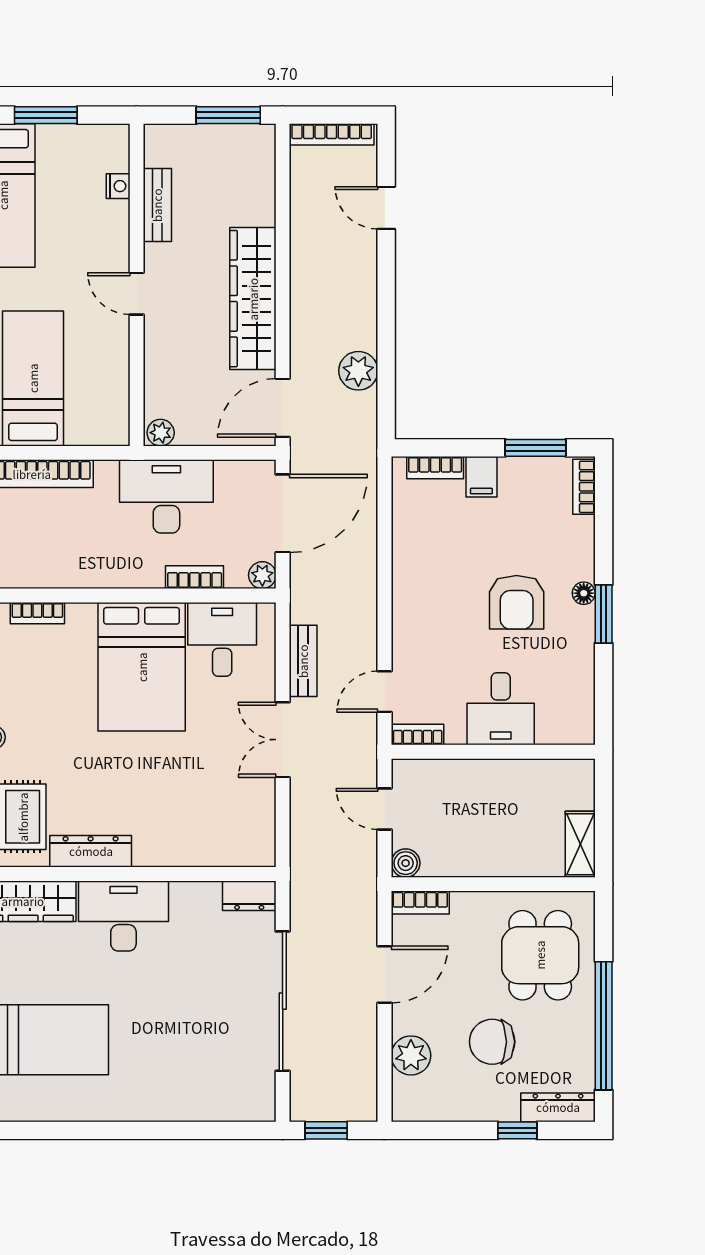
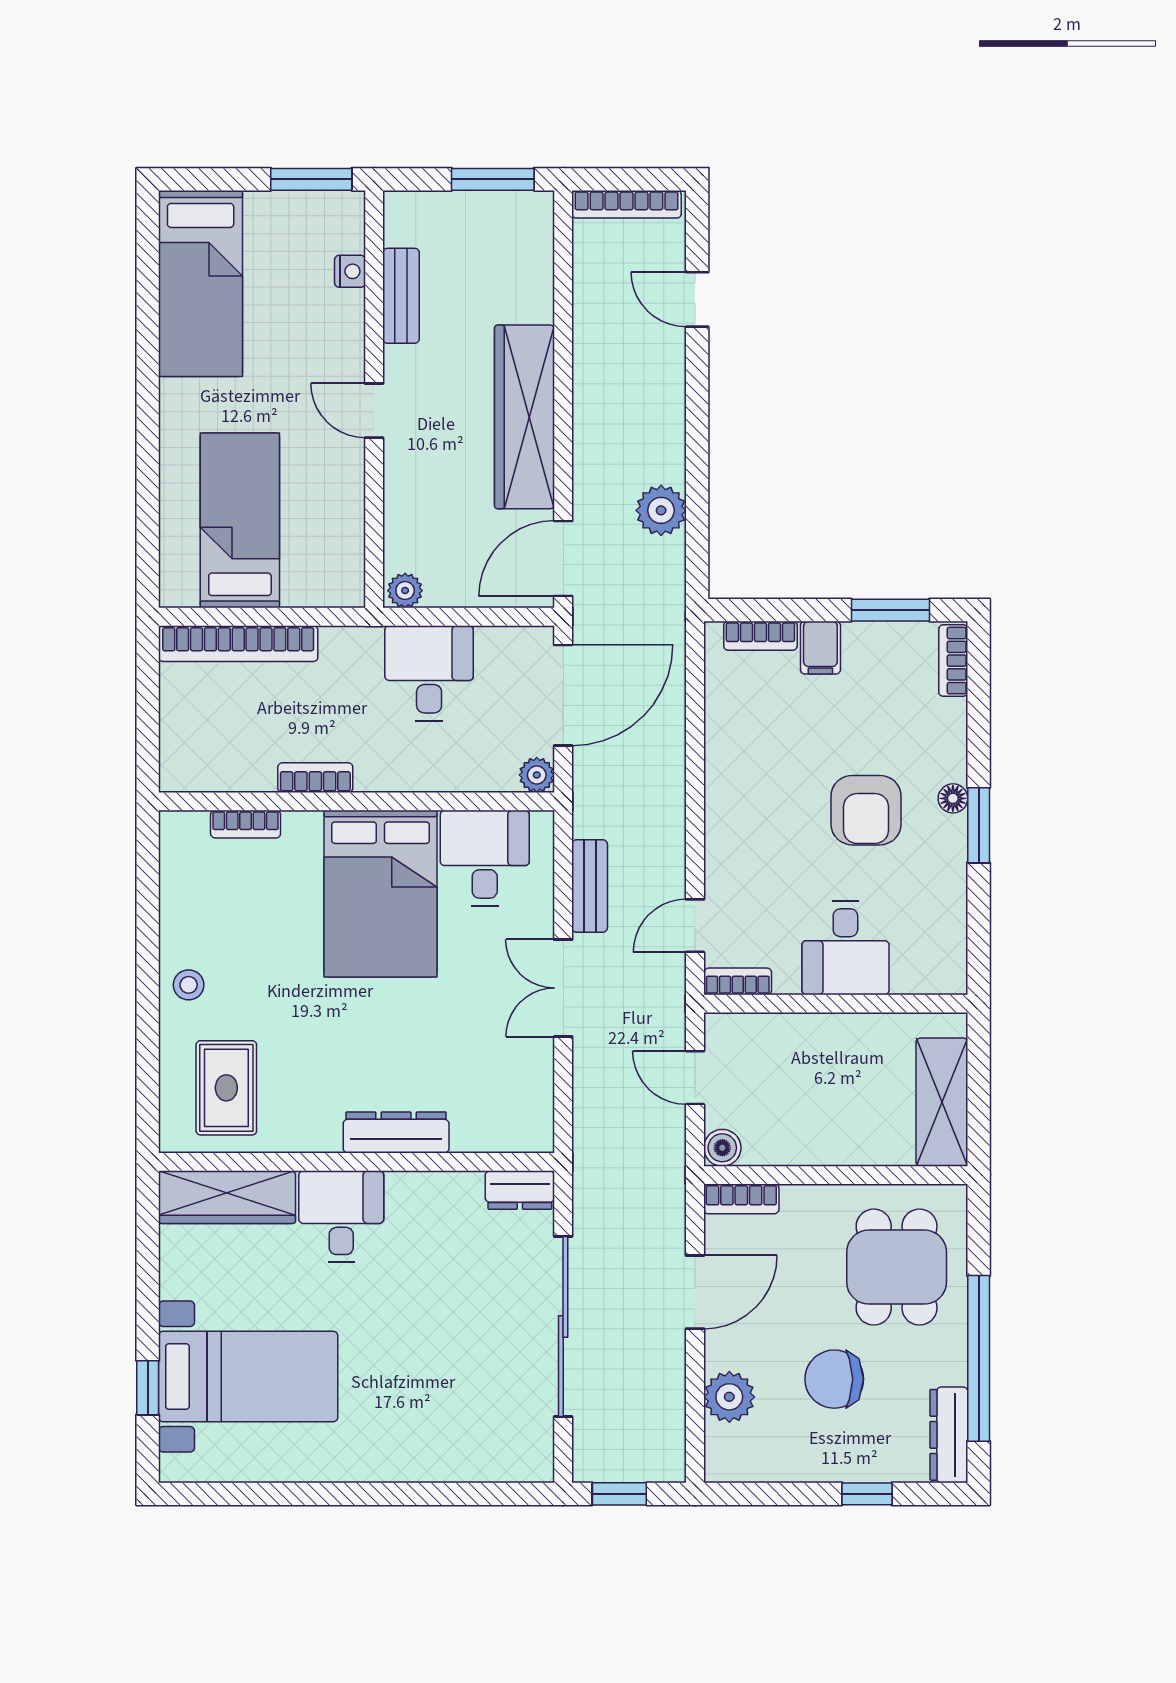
window: (46, 115) -> (311, 179), moved
desk: (166, 496) -> (429, 673), width x0.73
bookcase: (195, 577) -> (315, 778), moved
shelving: (580, 844) -> (942, 1102), width x1.50, depth x1.33
dresser: (91, 851) -> (396, 1132), moved
desk: (123, 916) -> (341, 1216), width x0.73
dresser: (558, 1107) -> (949, 1435), moved, turned -90

